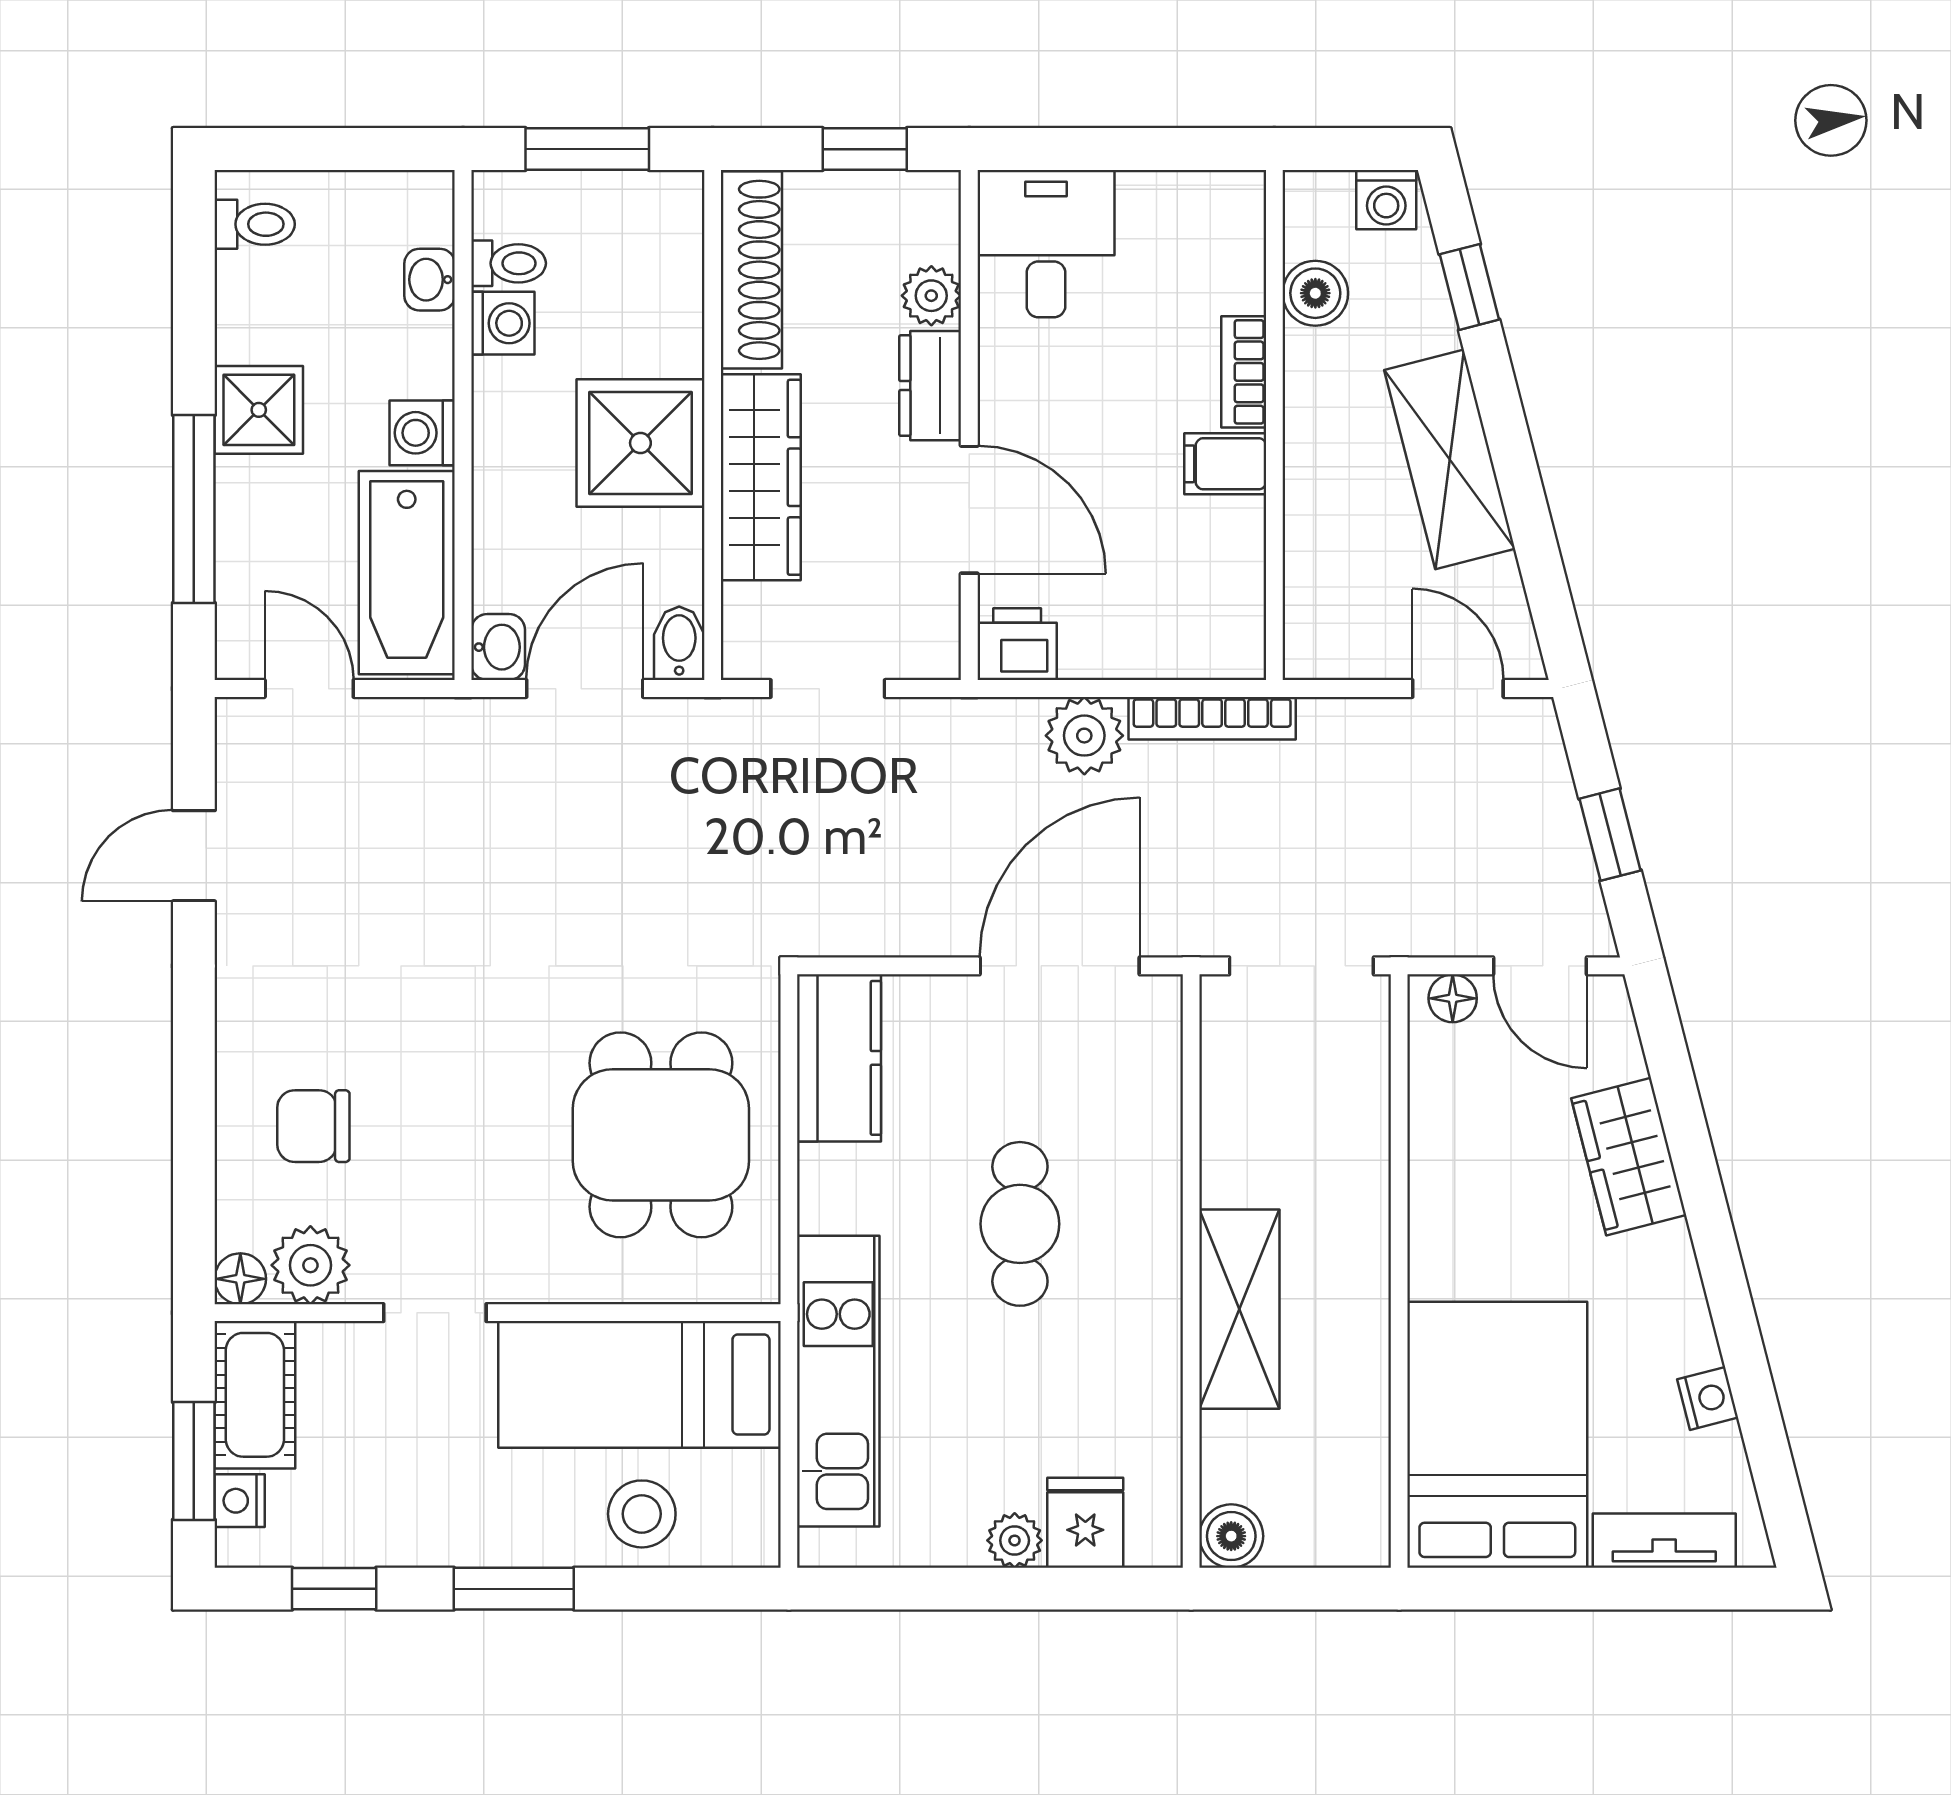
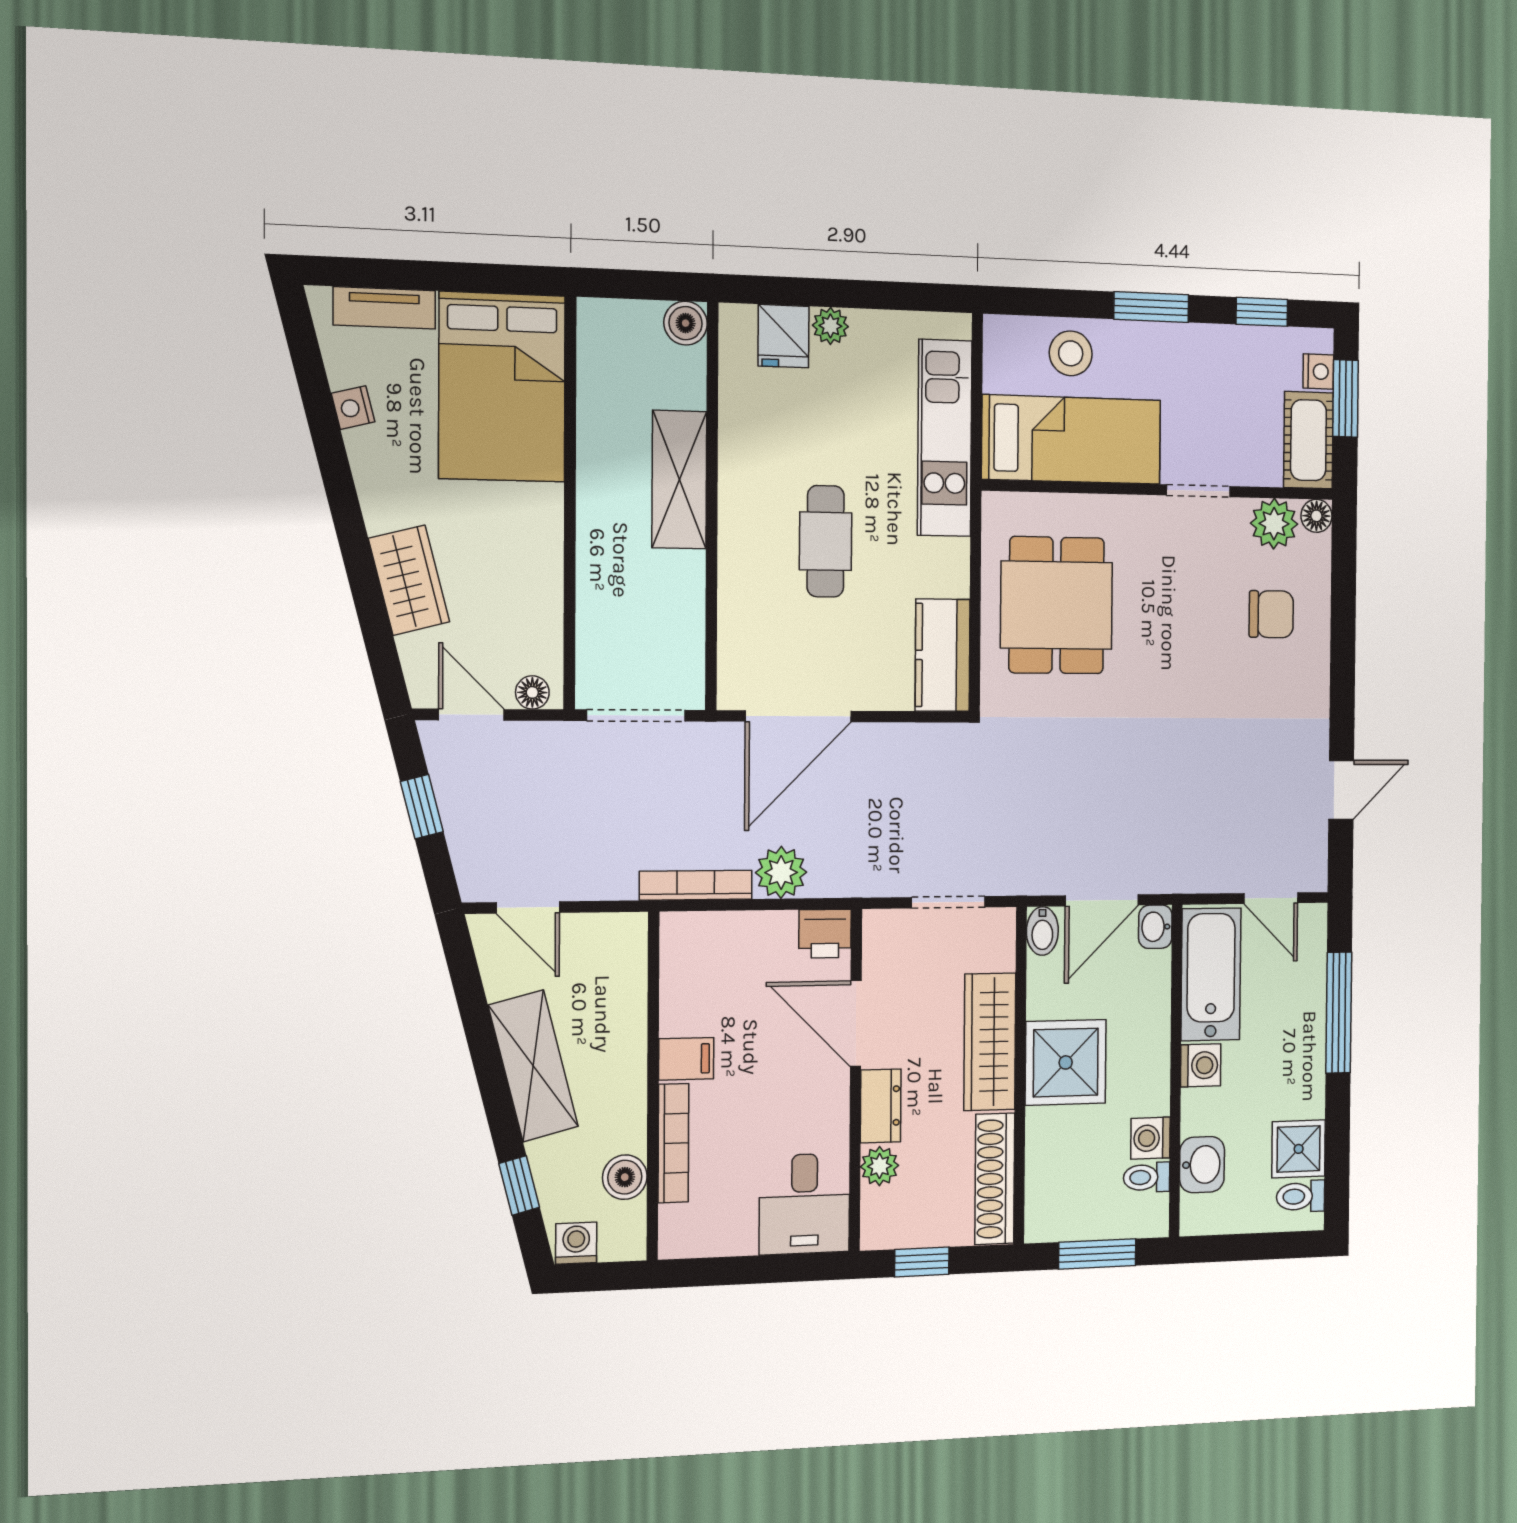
washbasin: (430, 280) -> (1202, 1165), width x1.38, depth x1.45
bookcase: (1244, 372) -> (673, 1143), width x1.56
shower: (259, 410) -> (1299, 1149), moved

